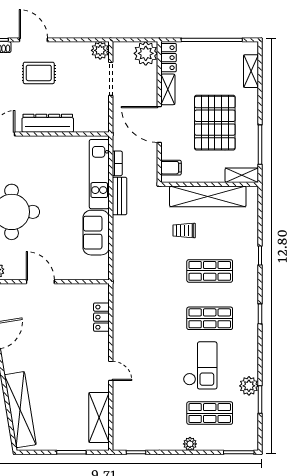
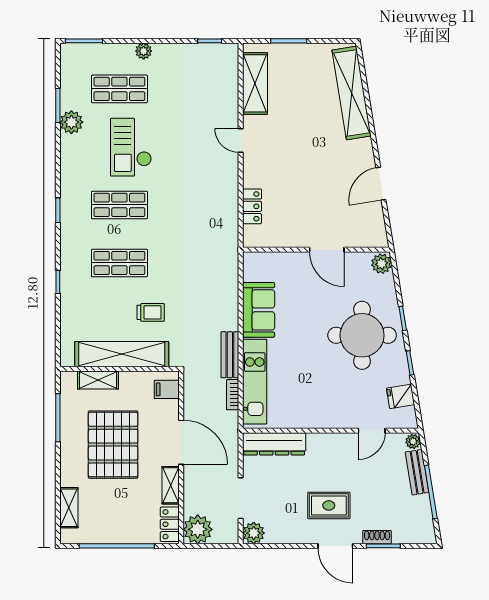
dresser: (48, 123) -> (274, 444), moved
shelving: (242, 175) -> (98, 380), moved

